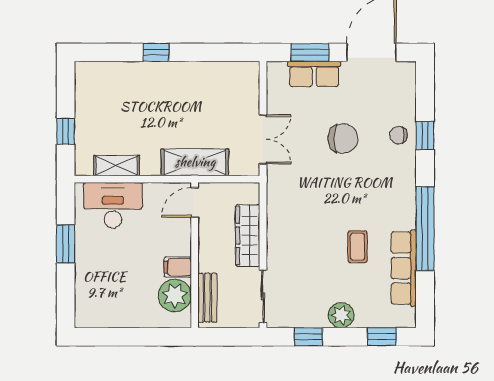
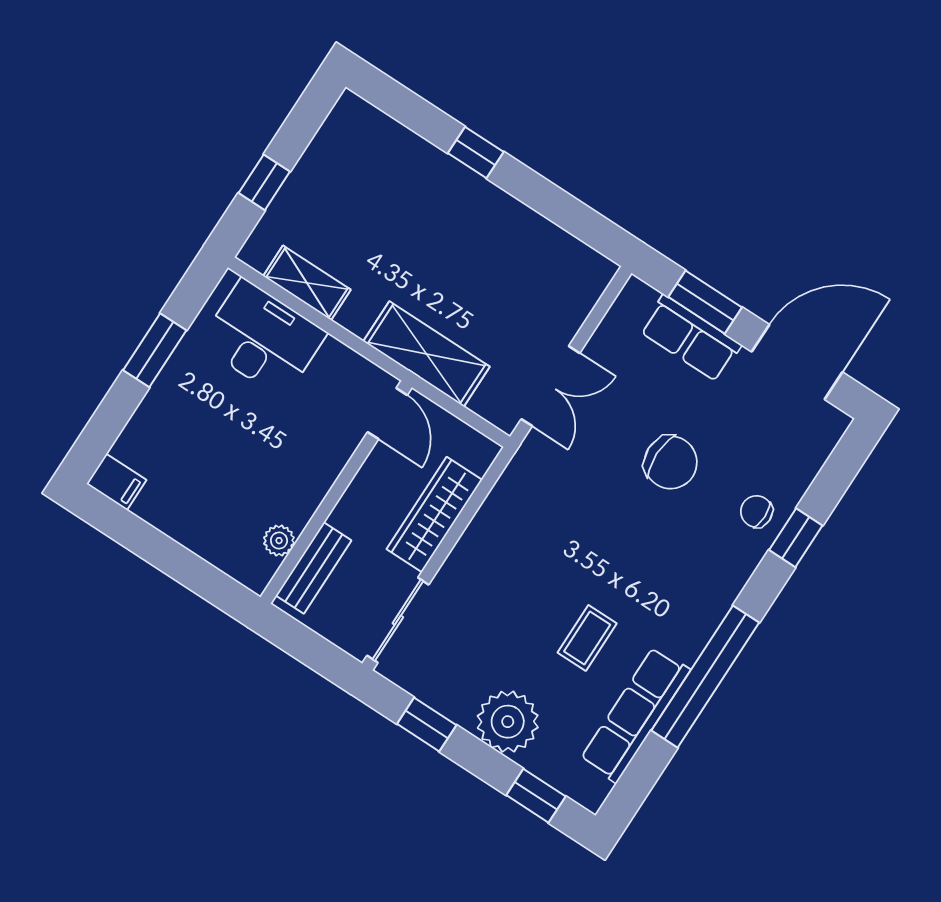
door: (195, 202) -> (387, 414), swing flipped
filing cabinet: (178, 267) -> (117, 482), moved, turned 180
plant: (175, 295) -> (279, 541), width x0.53, depth x0.53
plant: (341, 315) -> (508, 722), width x1.36, depth x1.36

